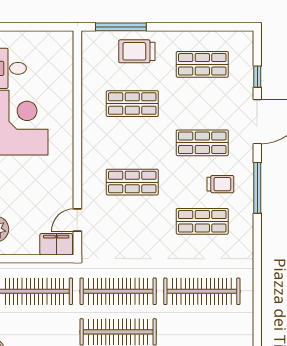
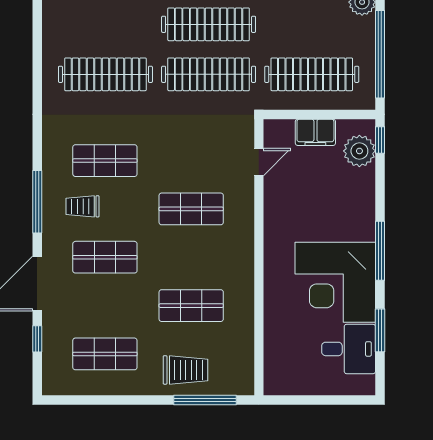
filing cabinet: (56, 244) -> (315, 132), moved

